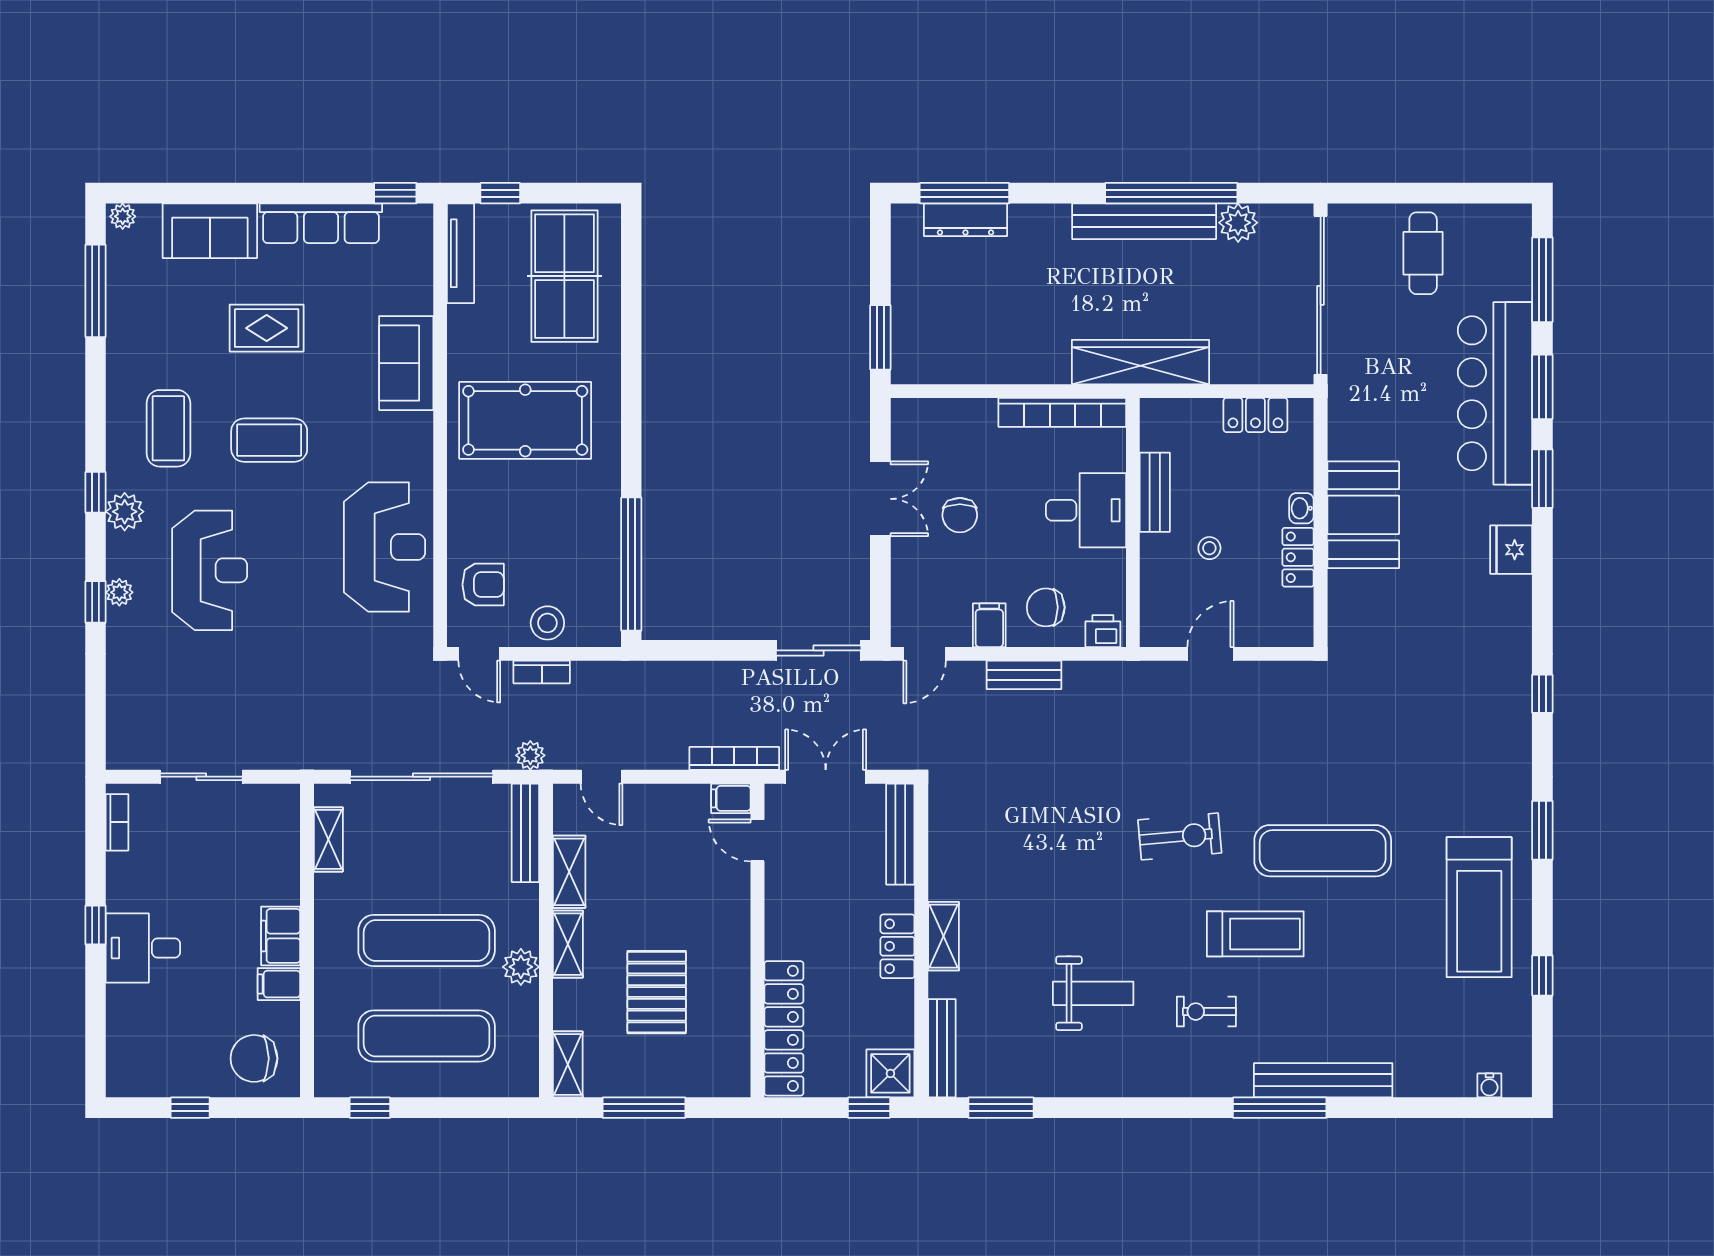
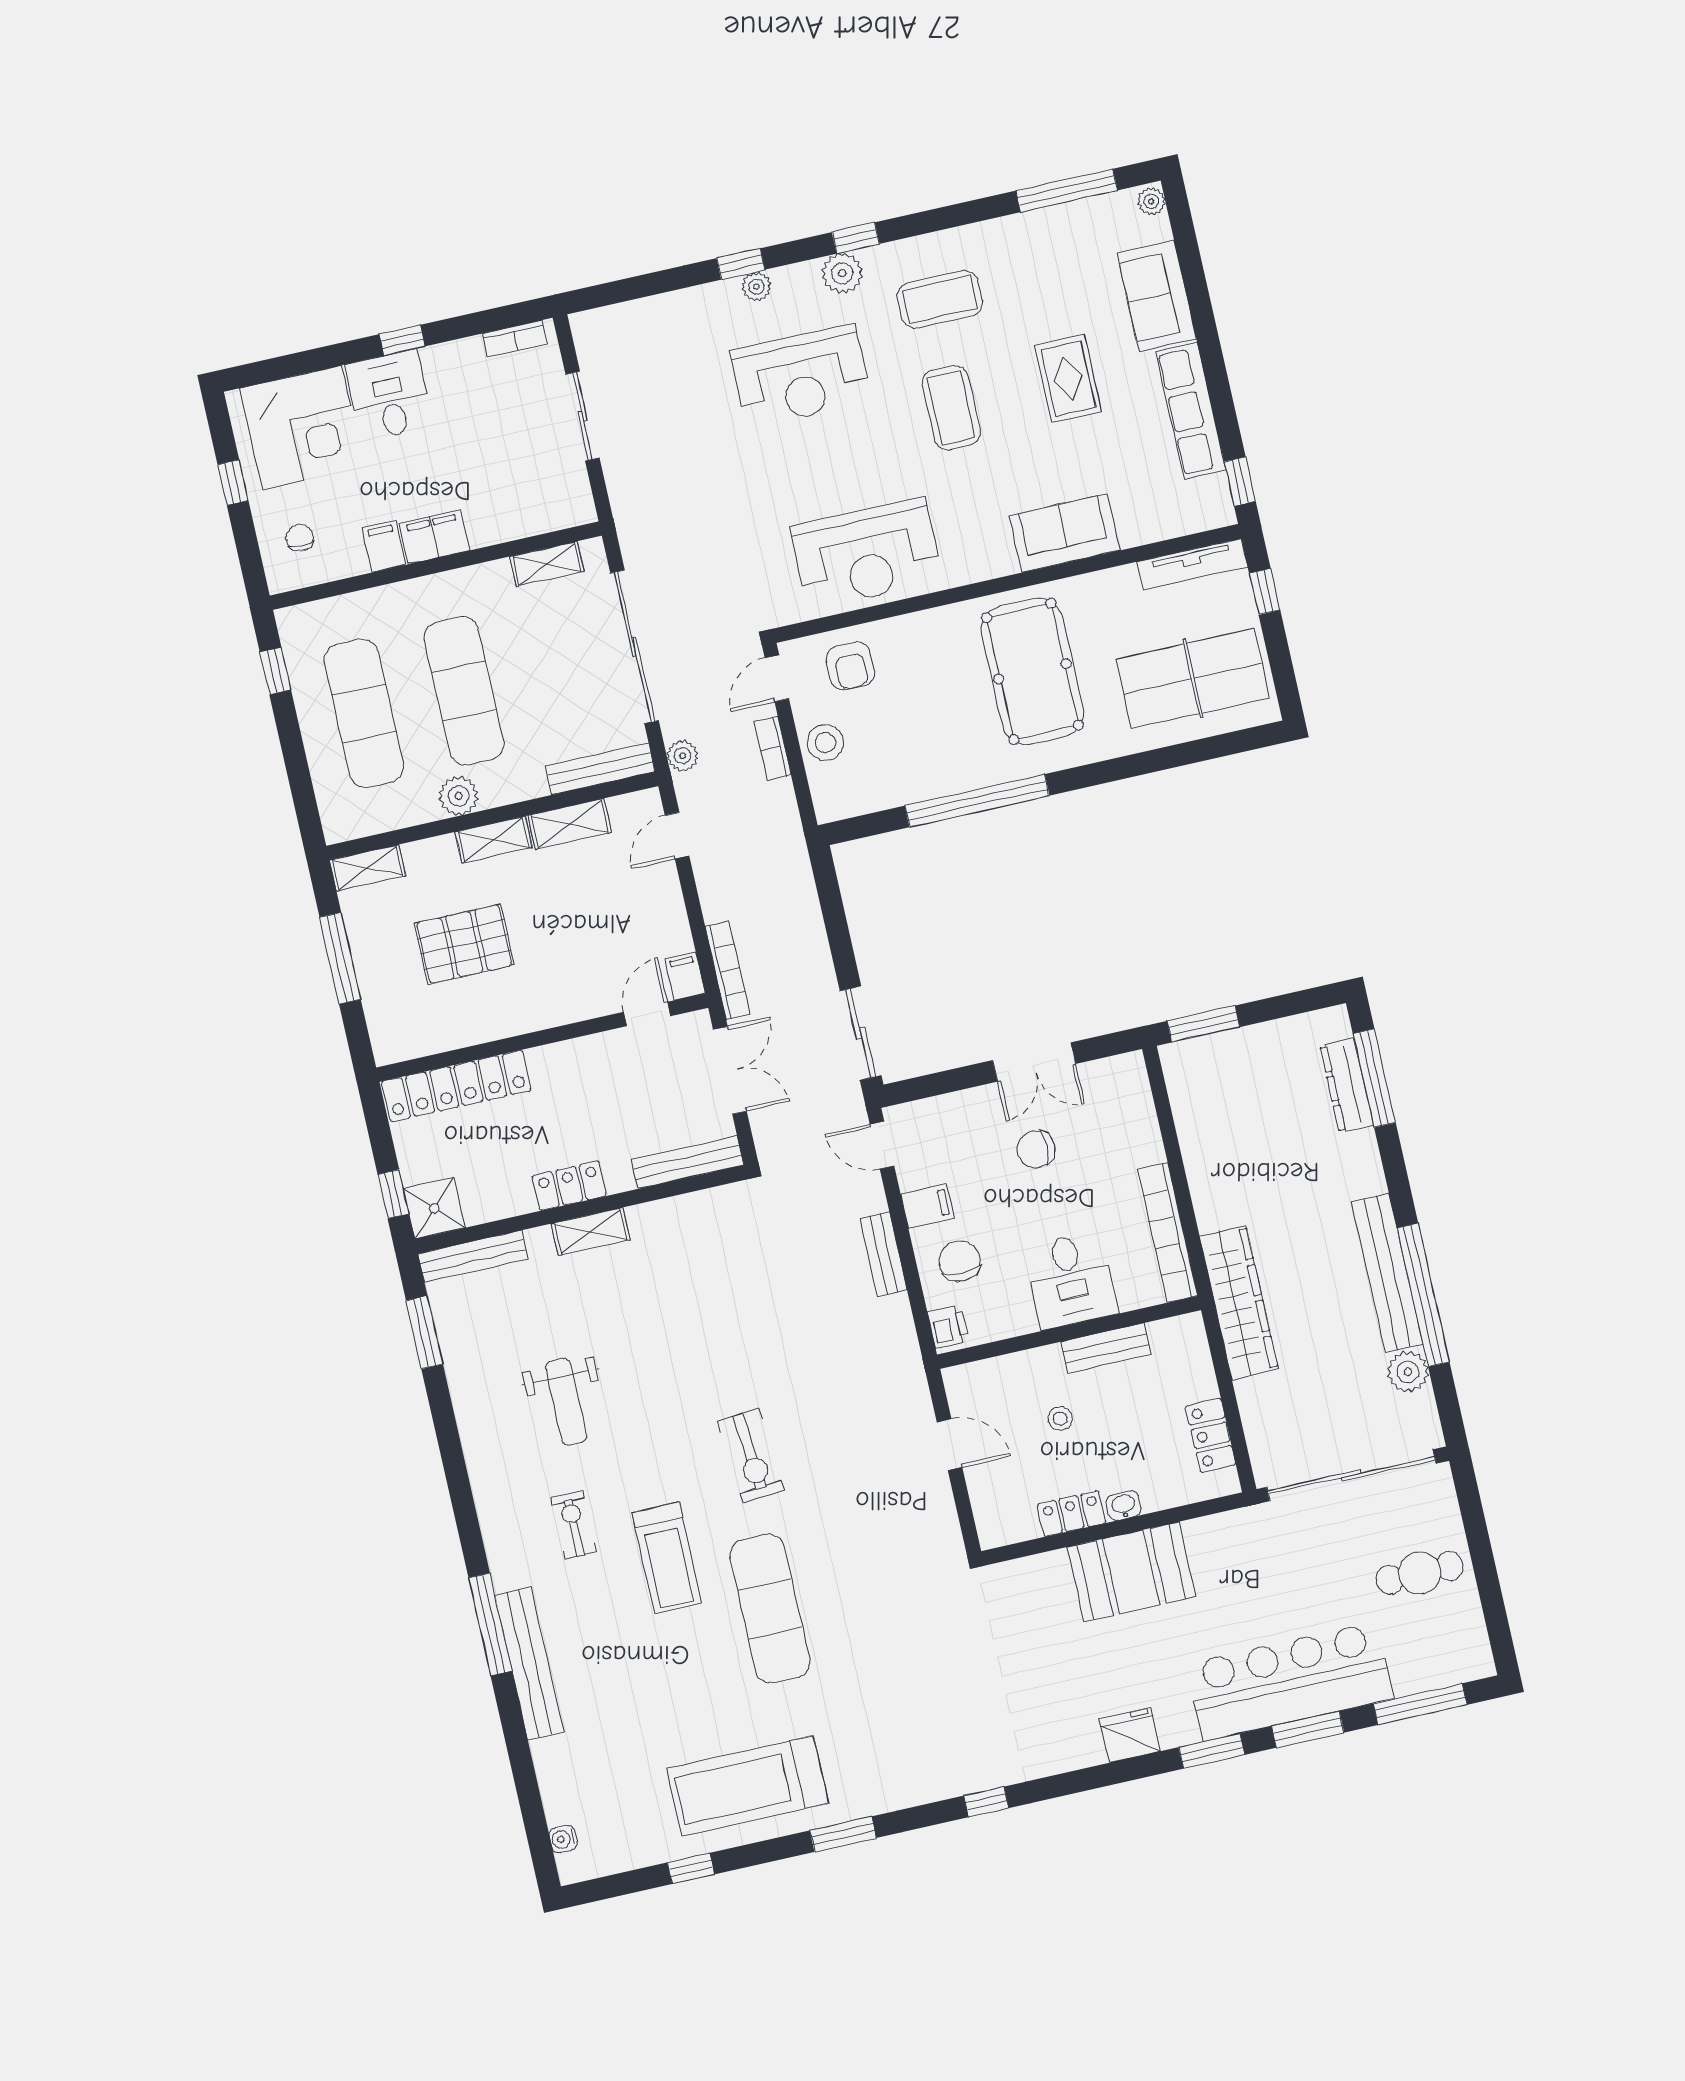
window: (631, 564) -> (977, 801), moved
corner desk: (154, 1034) -> (302, 427), added
chair: (254, 1058) -> (300, 538), width x0.54, depth x0.54

